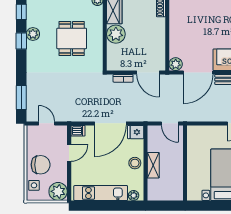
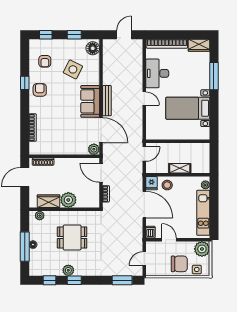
door: (148, 73) -> (101, 173), swing flipped
stool: (135, 163) -> (167, 185), moved
chair: (41, 165) -> (179, 264), turned 90

